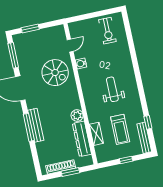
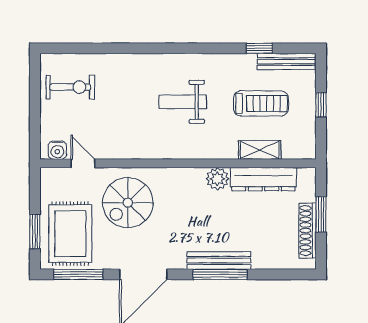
rug: (33, 47) -> (70, 234), added
water cooler: (81, 64) -> (57, 150), moved
spiral stairs: (55, 73) -> (128, 203), turned 180

